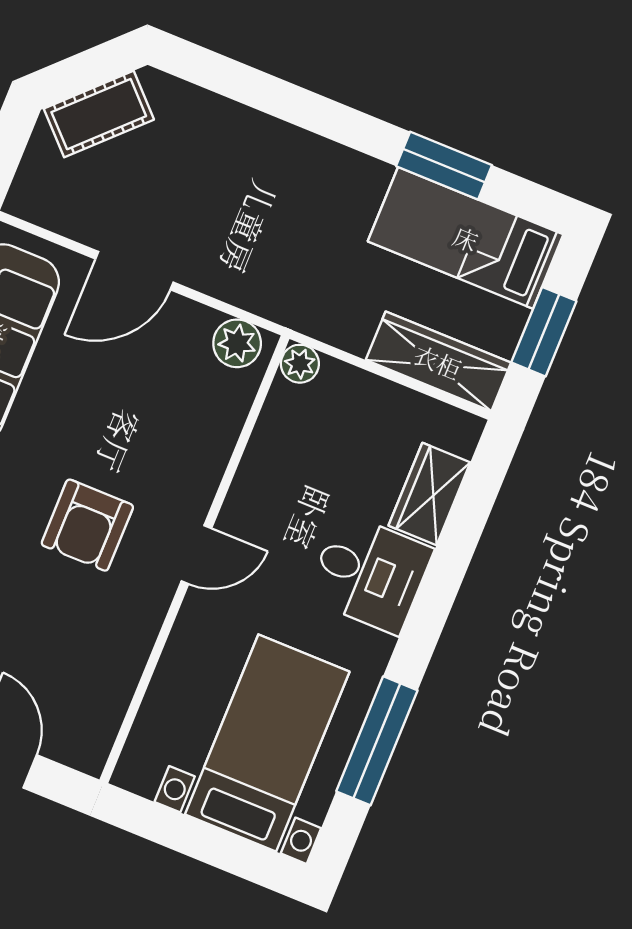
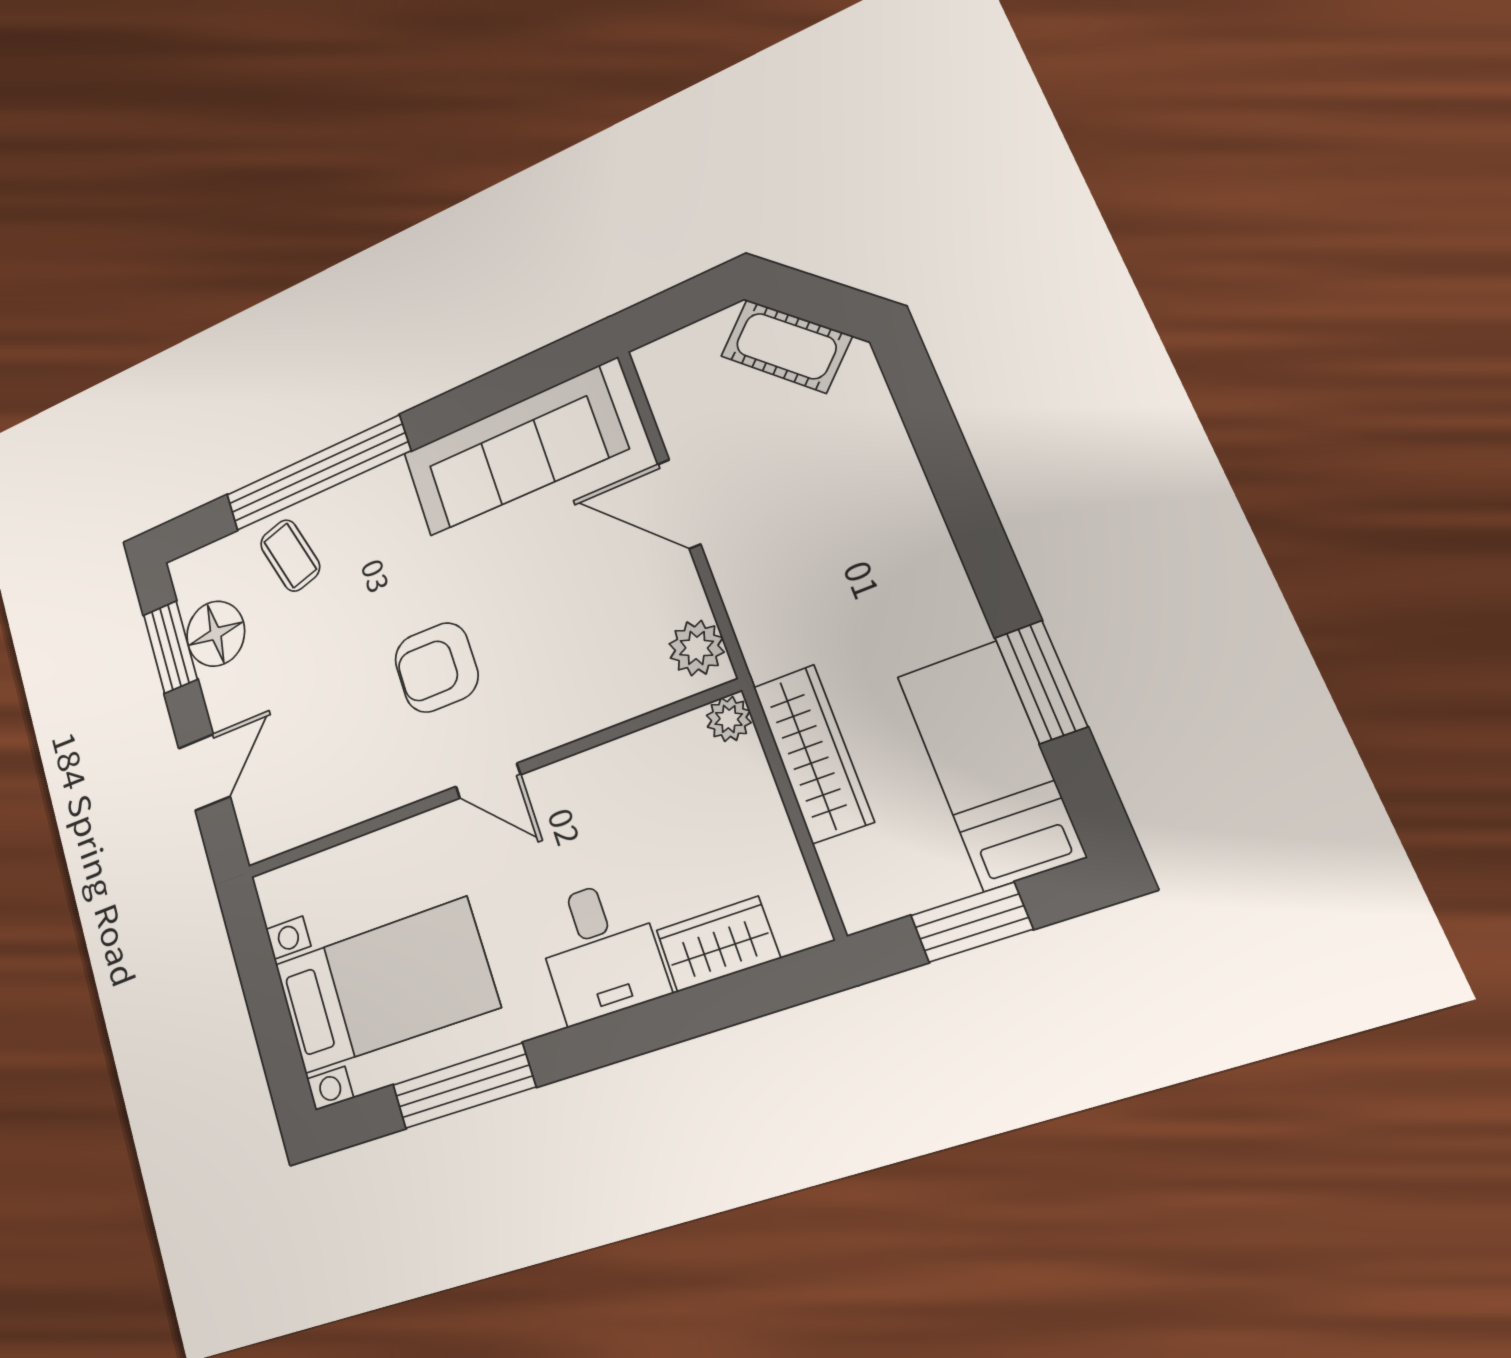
wardrobe: (438, 361) -> (813, 754), moved

